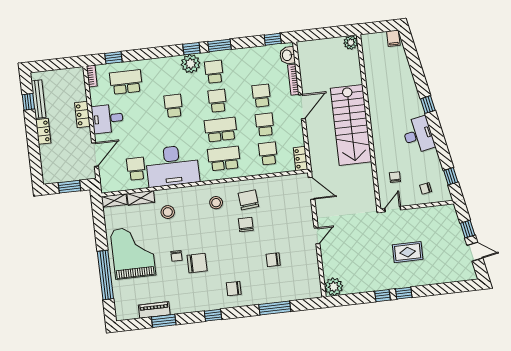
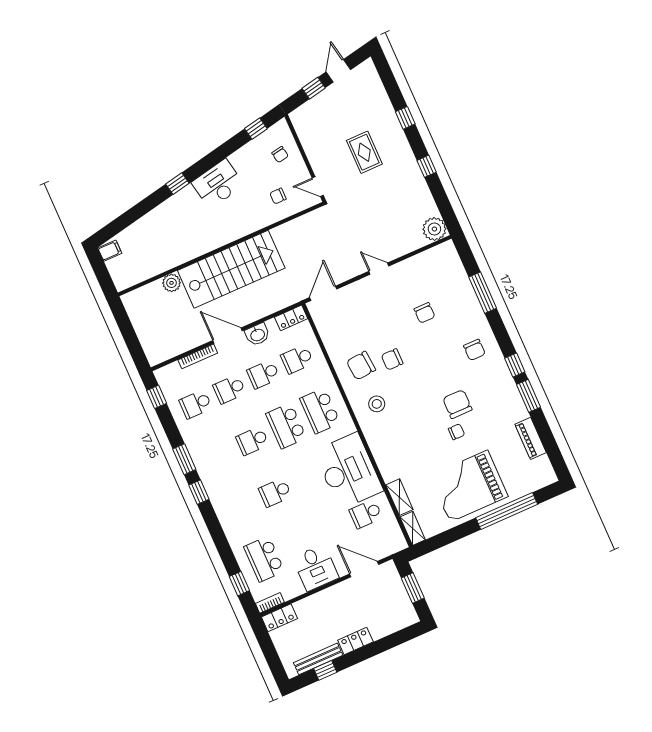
plant: (351, 43) -> (172, 283), moved
washbasin: (287, 55) -> (257, 335), moved
plant: (191, 64) -> (217, 488), removed
school desk: (214, 72) -> (196, 404), moved
locker: (82, 114) -> (279, 618), moved
stool: (168, 212) -> (406, 459), removed
window: (404, 293) -> (405, 118), moved
window: (164, 321) -> (528, 396), moved

